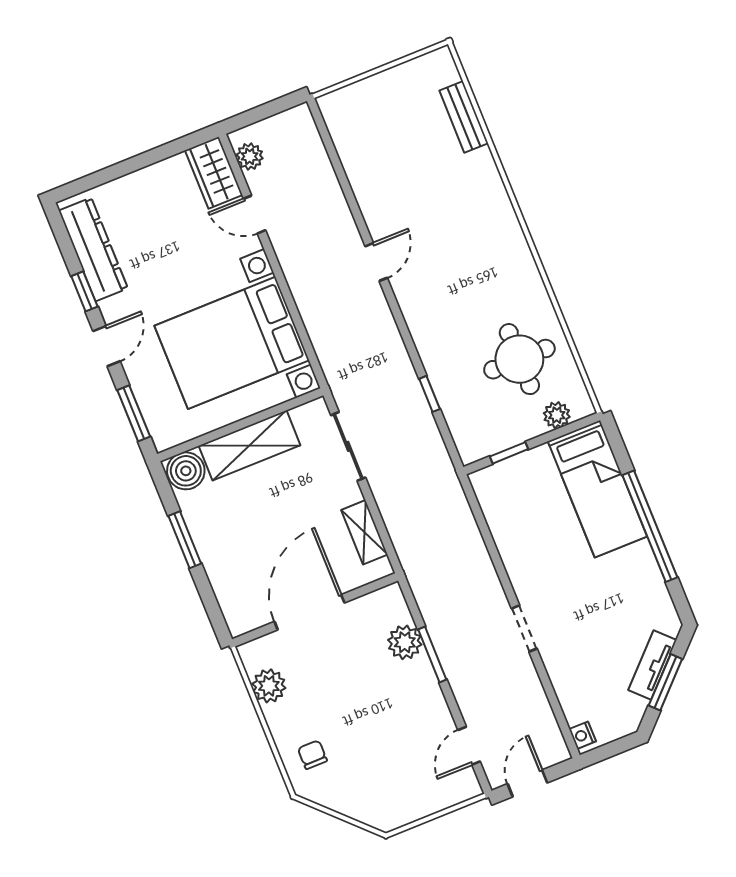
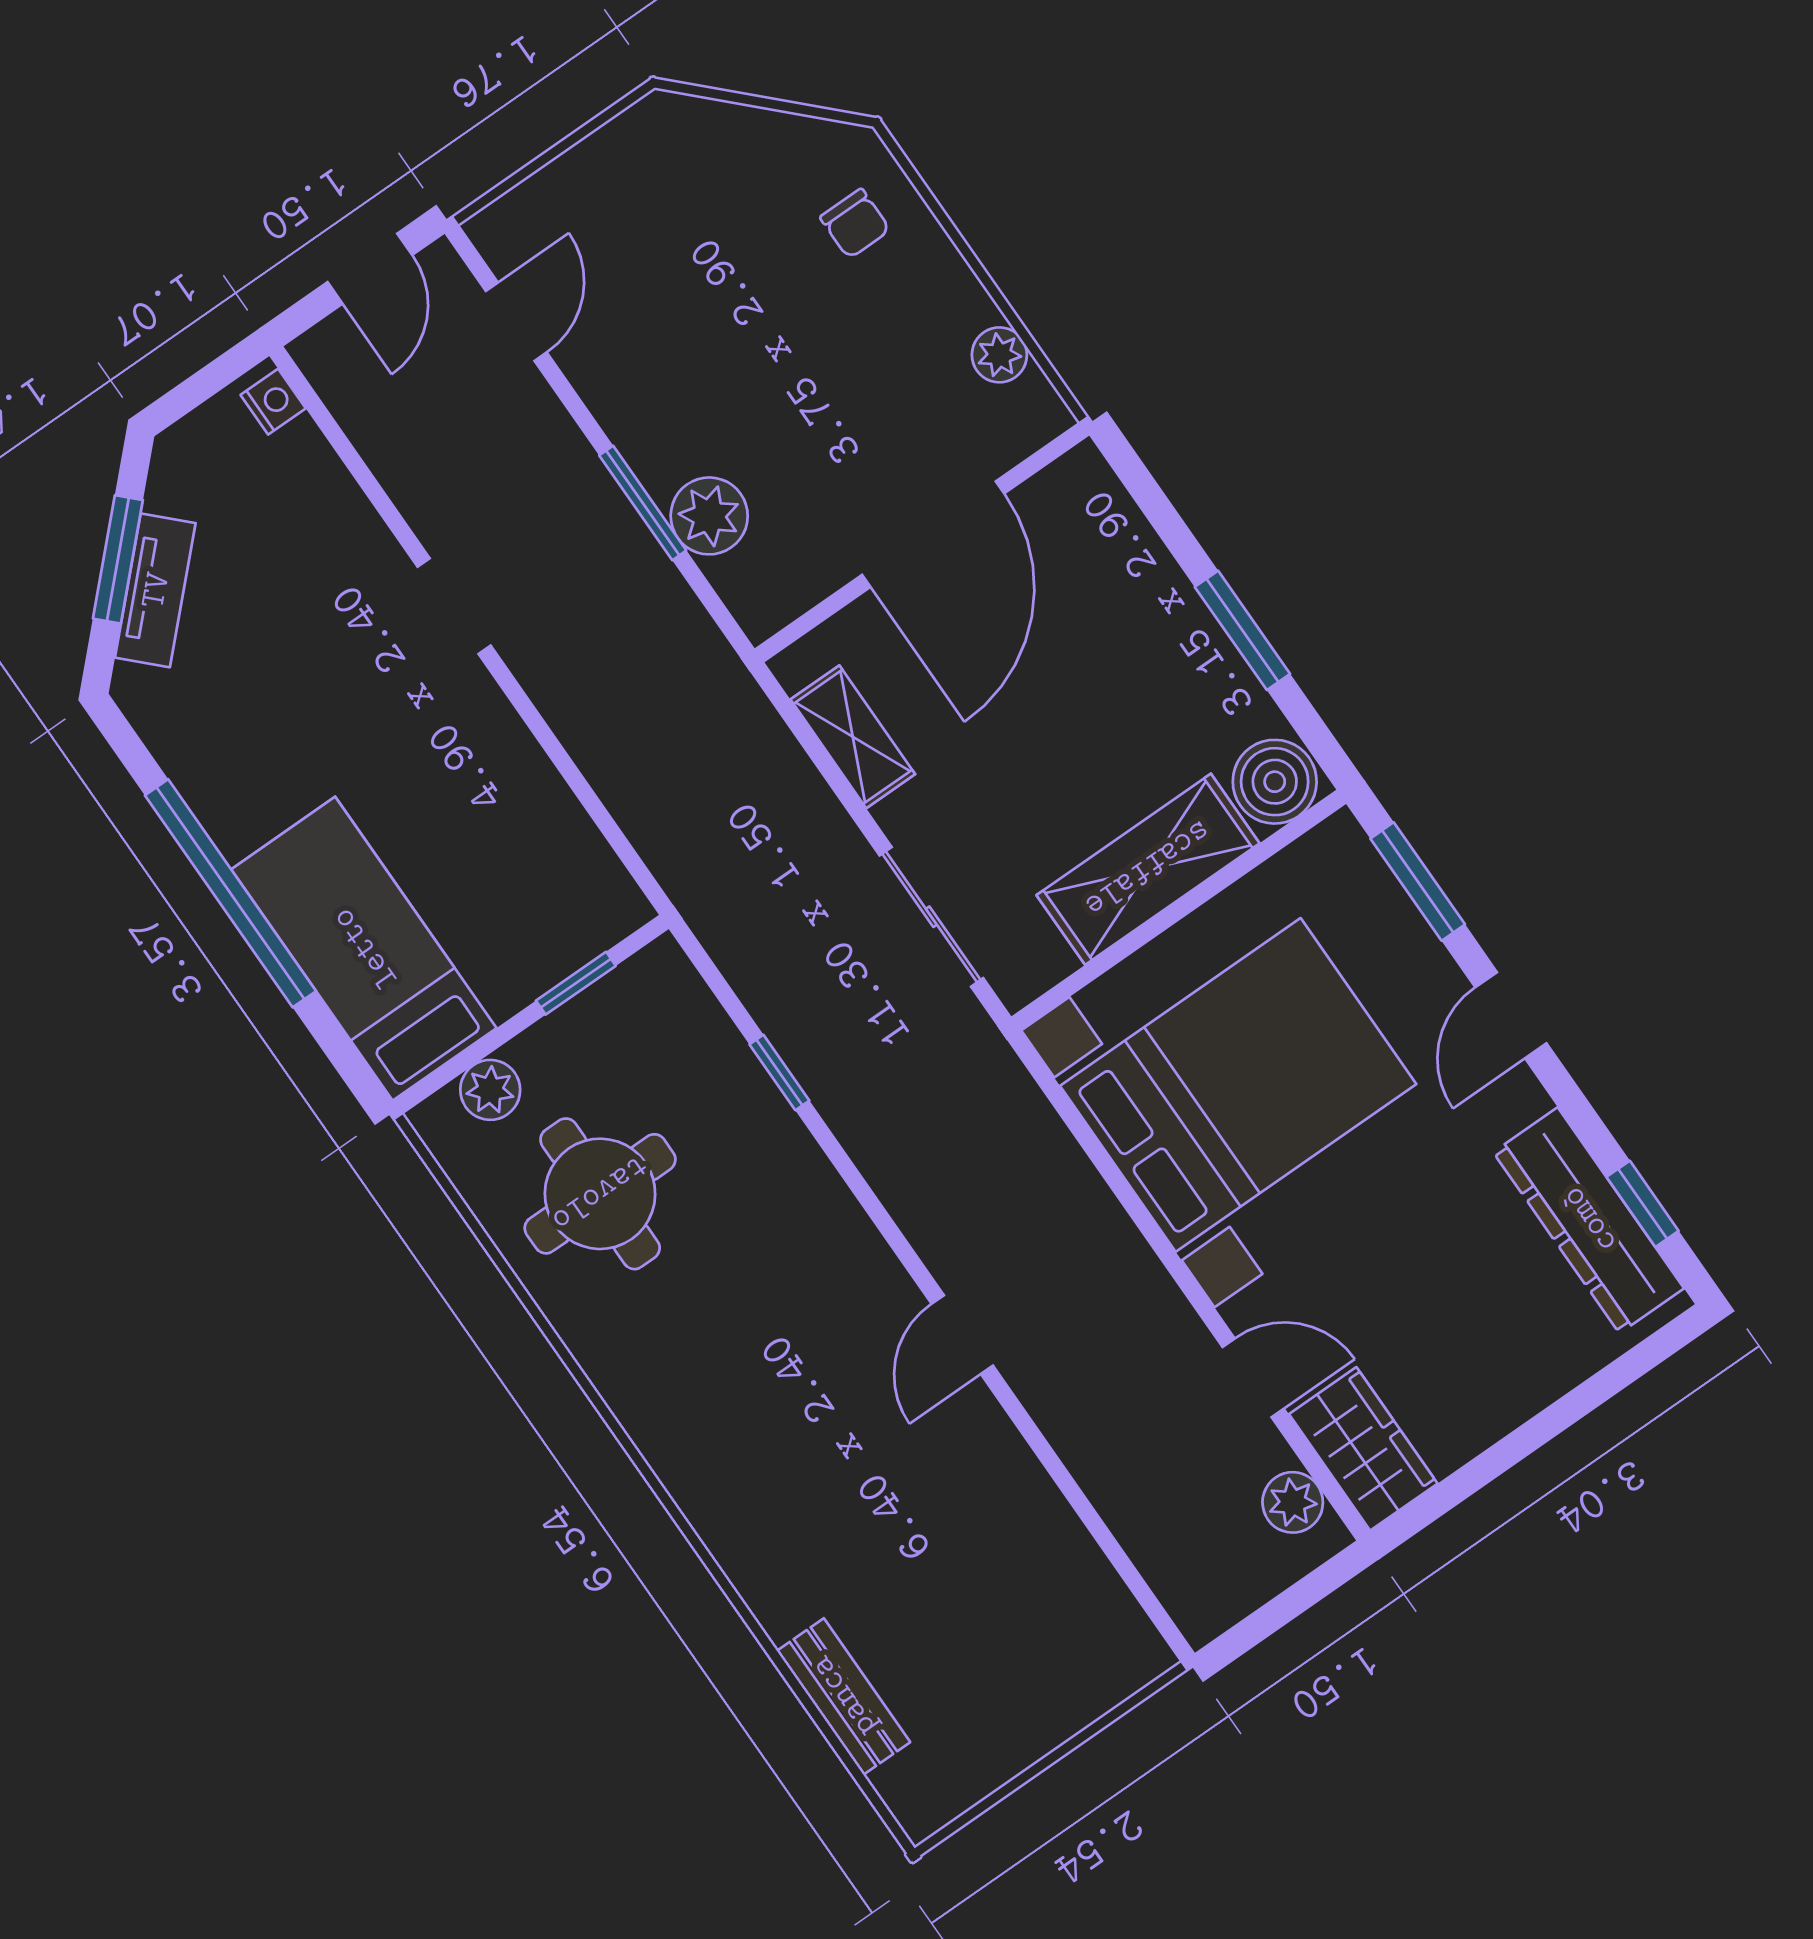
window: (84, 291) -> (1643, 1204), moved
plant: (269, 686) -> (999, 355), width x0.73, depth x0.73

